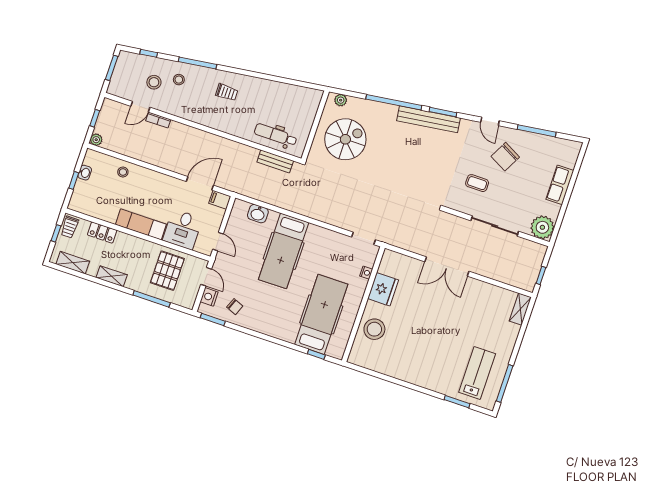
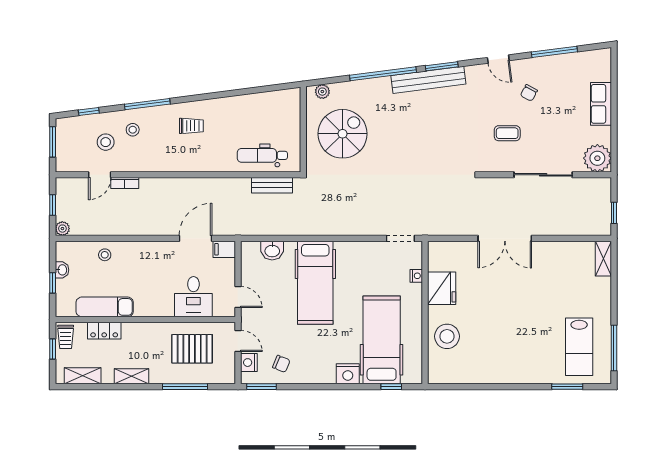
chair: (505, 157) -> (529, 93), width x0.54, depth x0.54
exam couch: (141, 224) -> (105, 307), moved
pallet: (167, 271) -> (192, 349), turned 90
nightstand: (285, 332) -> (348, 374), added
lab bench: (477, 373) -> (579, 347), turned 180

